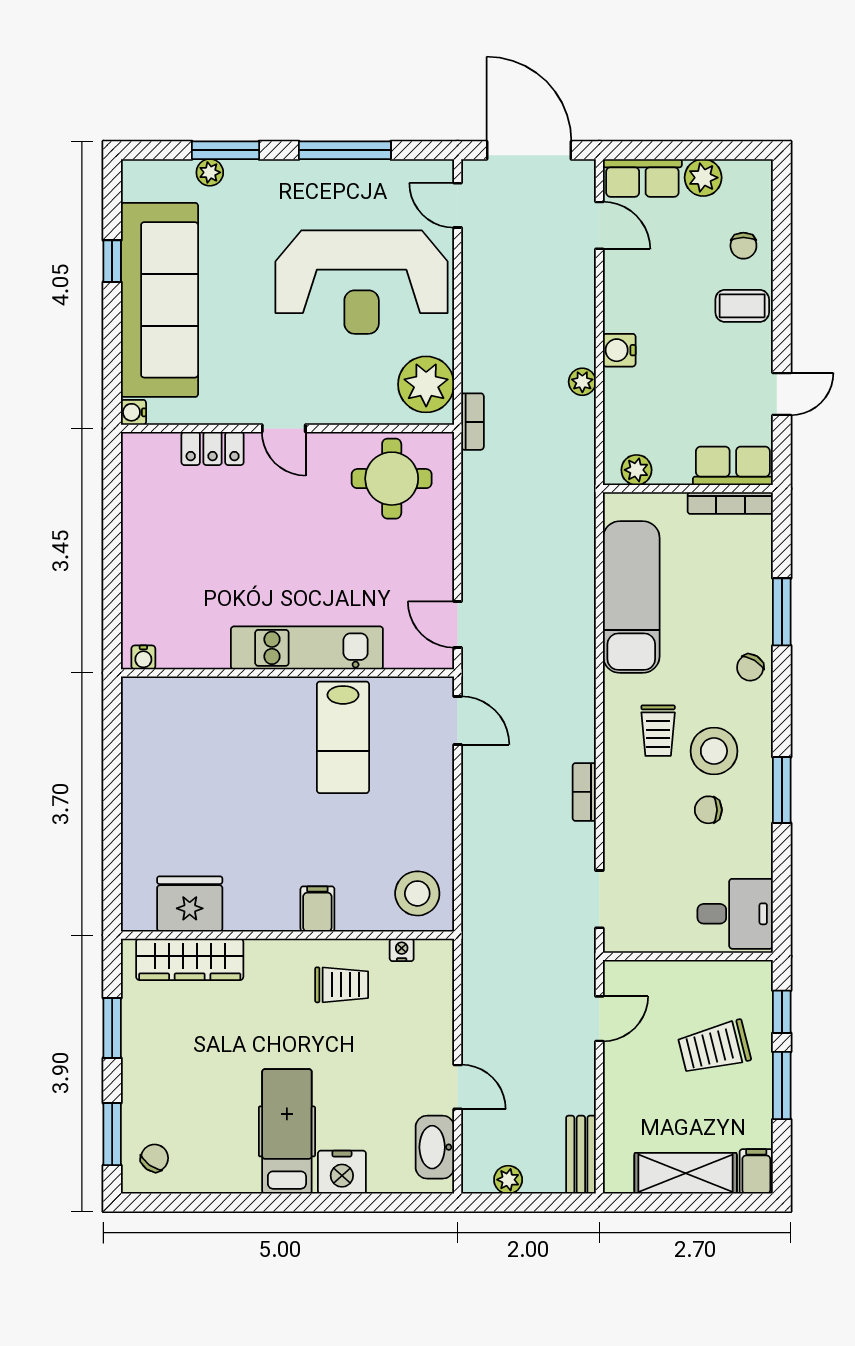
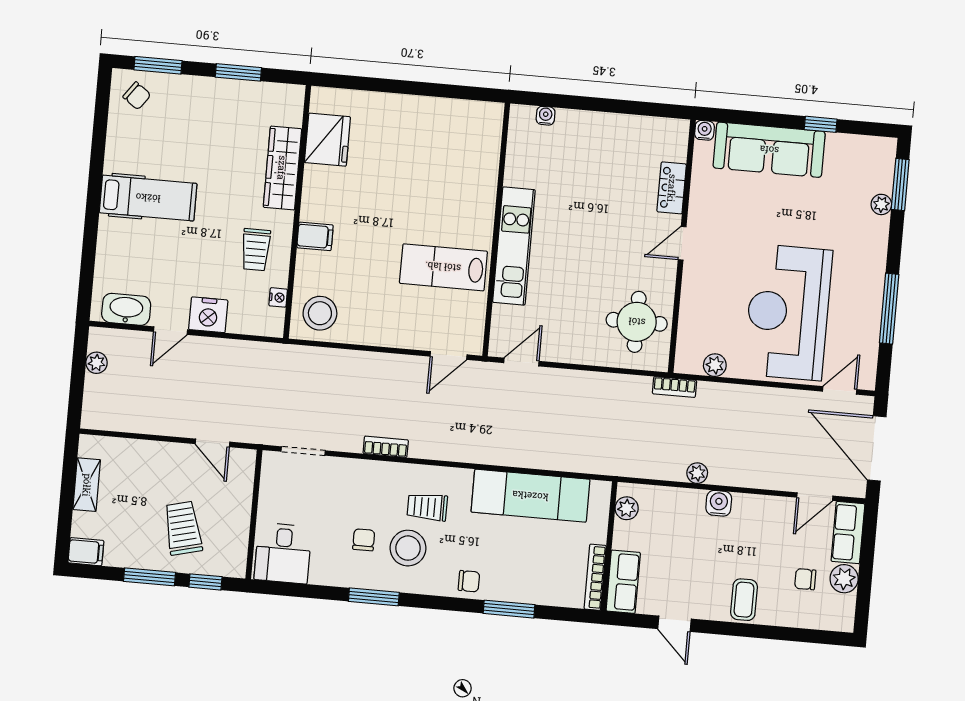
window: (226, 150) -> (900, 184), moved
door: (529, 150) -> (877, 448), swing flipped
chair: (743, 246) -> (805, 579), moved
sofa: (160, 300) -> (769, 150), width x0.74, depth x0.79
plant: (426, 384) -> (715, 365), width x0.53, depth x0.53
water cooler: (143, 657) -> (546, 116), moved, turned 90
chair: (750, 667) -> (469, 581), turned 149
wardrobe: (190, 959) -> (282, 168), moved
bench: (581, 1155) -> (111, 420), removed
nightstand: (342, 1172) -> (208, 315), moved, turned -90
shelving: (686, 1173) -> (87, 485), width x0.67, depth x0.75

